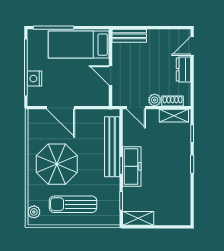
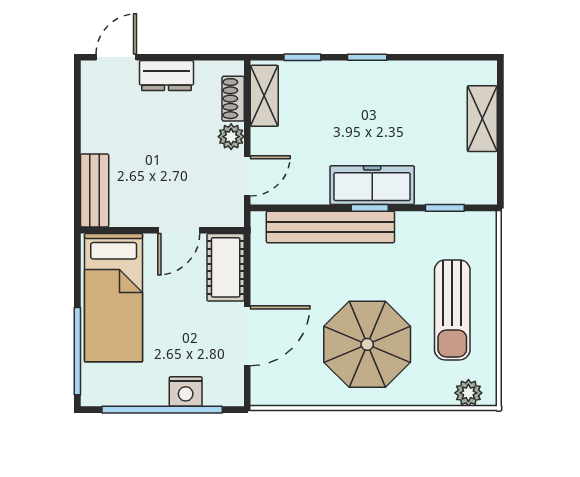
door: (192, 46) -> (116, 57), swing flipped
cot: (93, 97) -> (226, 267), added
shelving: (138, 218) -> (482, 119), moved

